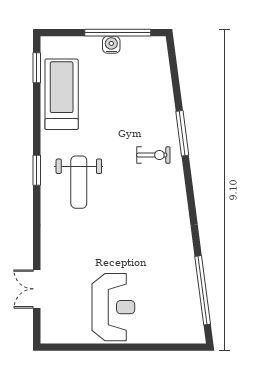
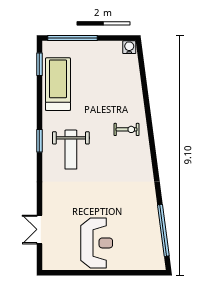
window: (118, 33) -> (73, 38), moved
water cooler: (111, 45) -> (129, 47), moved
window: (182, 133) -> (148, 113), removed

